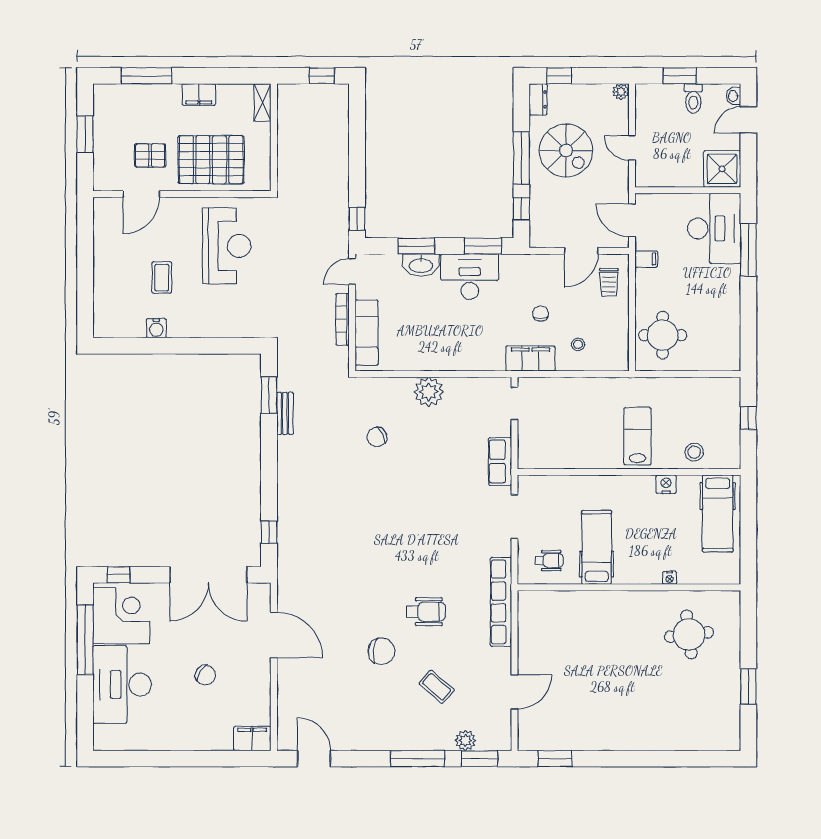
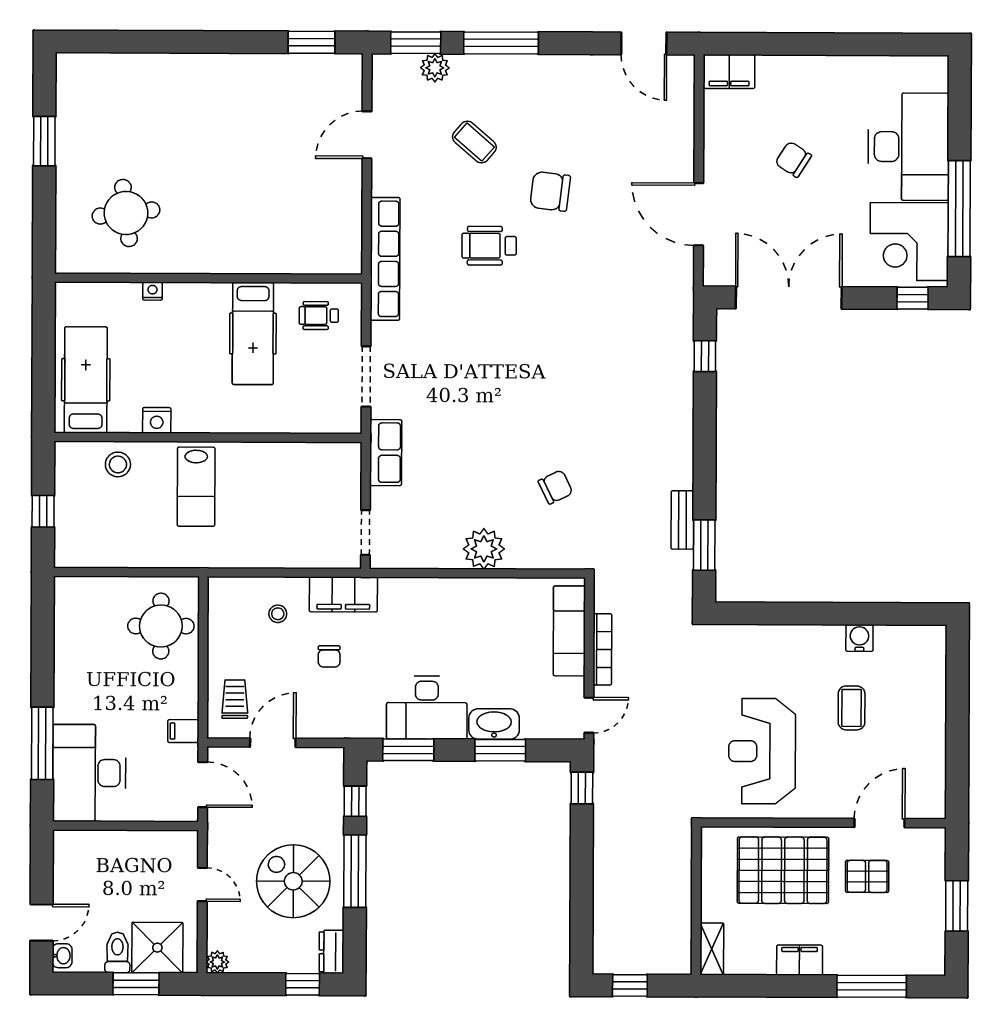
shower: (722, 169) -> (157, 948), moved

